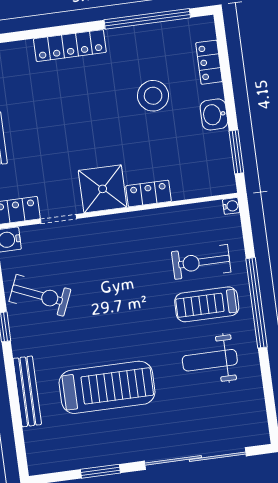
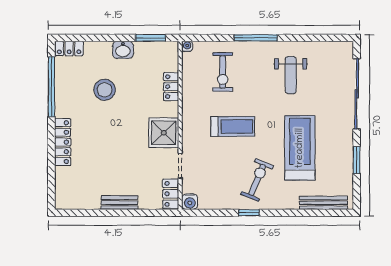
locker: (209, 62) -> (69, 48), moved
locker: (149, 194) -> (171, 87), moved
exercise bike: (40, 295) -> (257, 180), moved
window: (257, 303) -> (256, 38), width x0.68
treadmill: (207, 304) -> (233, 126), moved, turned -90
bench: (27, 391) -> (323, 203), moved

